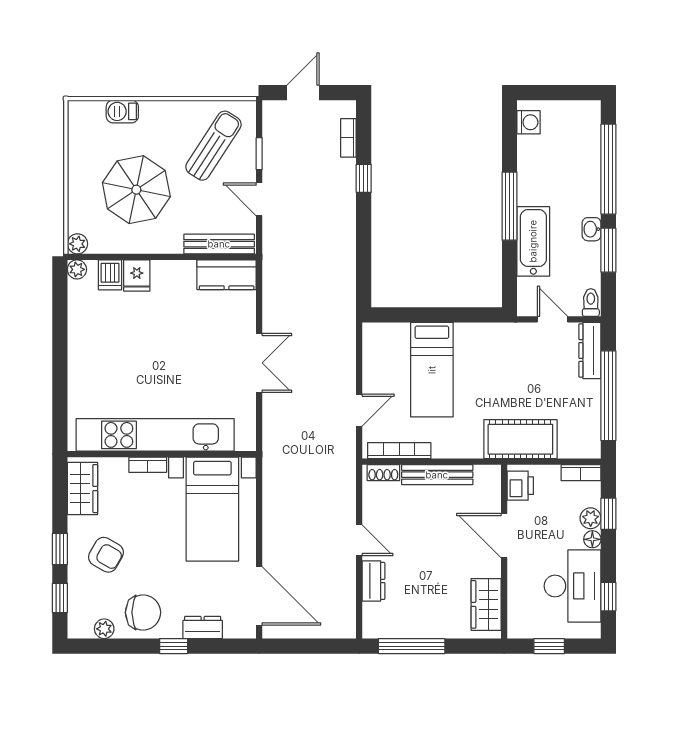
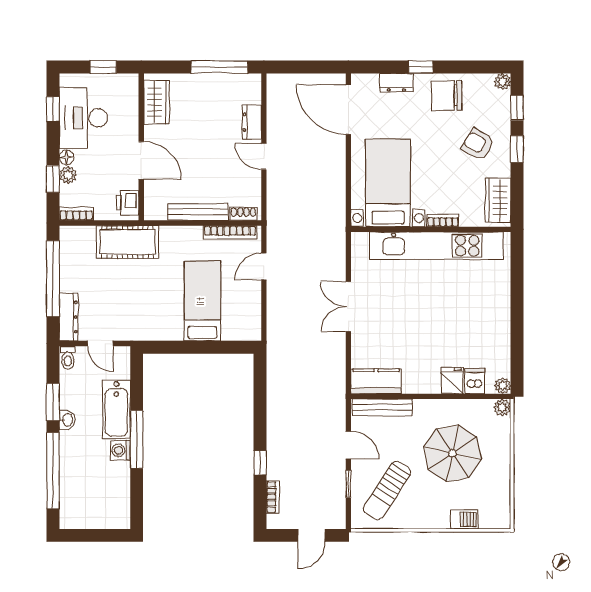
washing machine: (529, 122) -> (120, 450), moved
plant: (104, 629) -> (502, 82), moved

